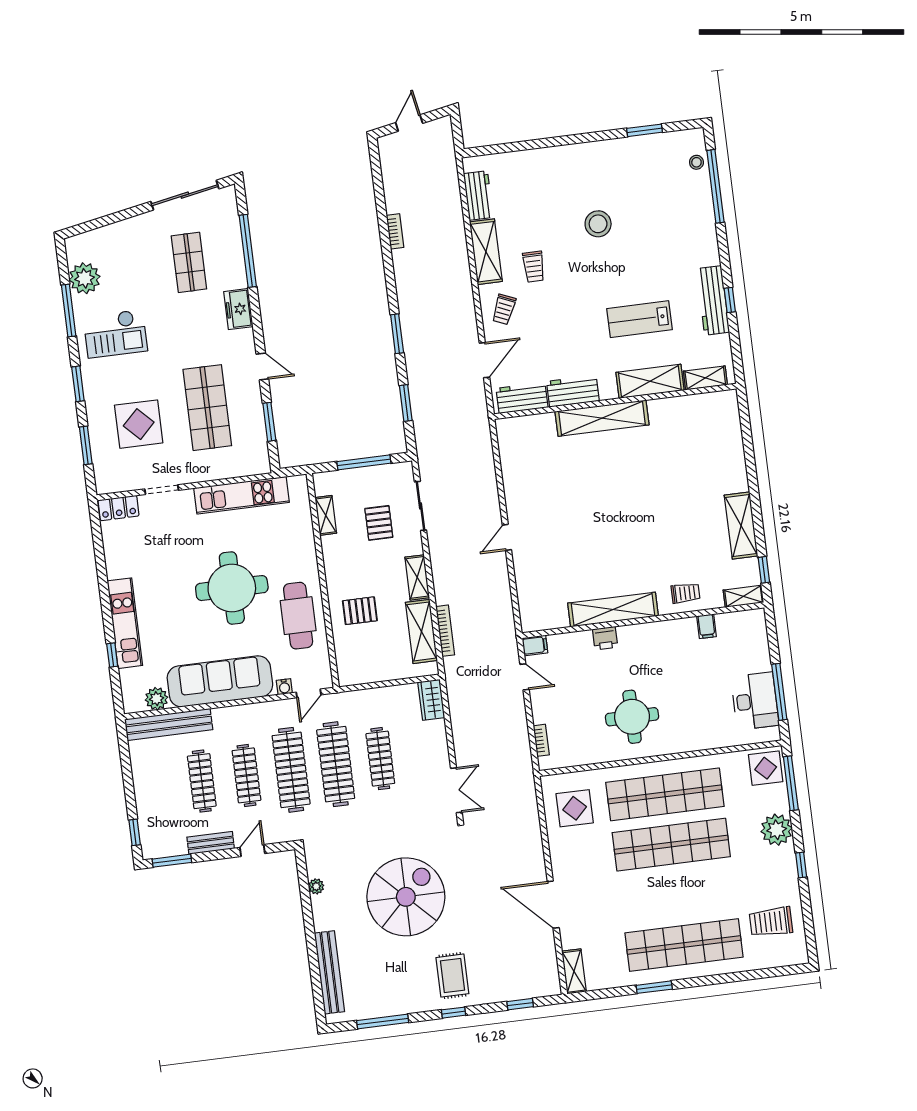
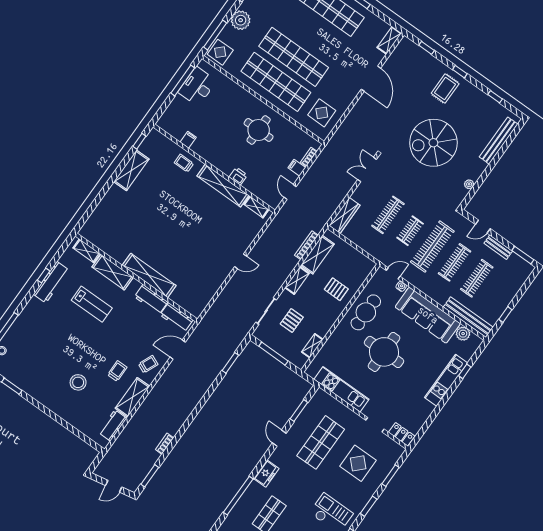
stool: (598, 224) -> (78, 382), moved
window: (397, 334) -> (150, 476), moved
shelving: (743, 596) -> (256, 207), moved
filing cabinet: (535, 645) -> (297, 168), moved
wardrobe: (431, 700) -> (345, 215), width x1.50
clothes rail: (336, 764) -> (410, 231), width x0.54, depth x0.76
window: (135, 832) -> (505, 314), moved
window: (383, 1021) -> (495, 97), width x0.46

